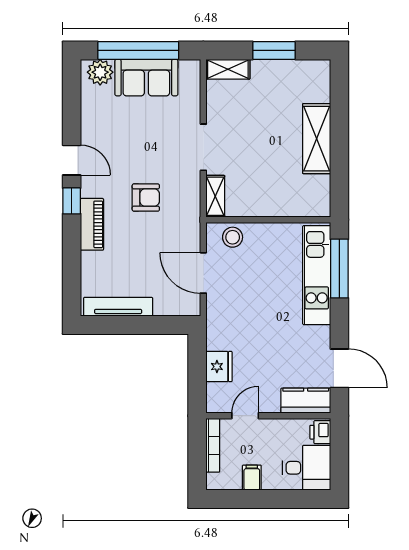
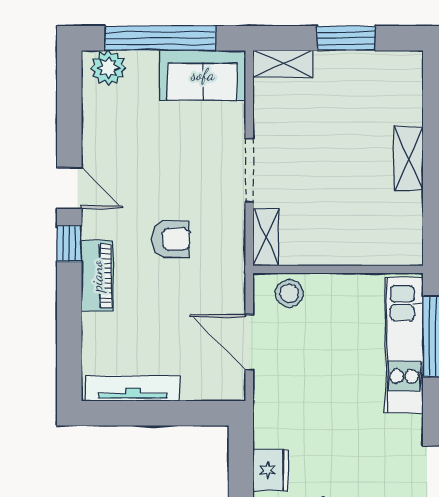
sofa: (146, 78) -> (203, 75), moved
shelving: (317, 139) -> (409, 159), width x0.67, depth x0.75

